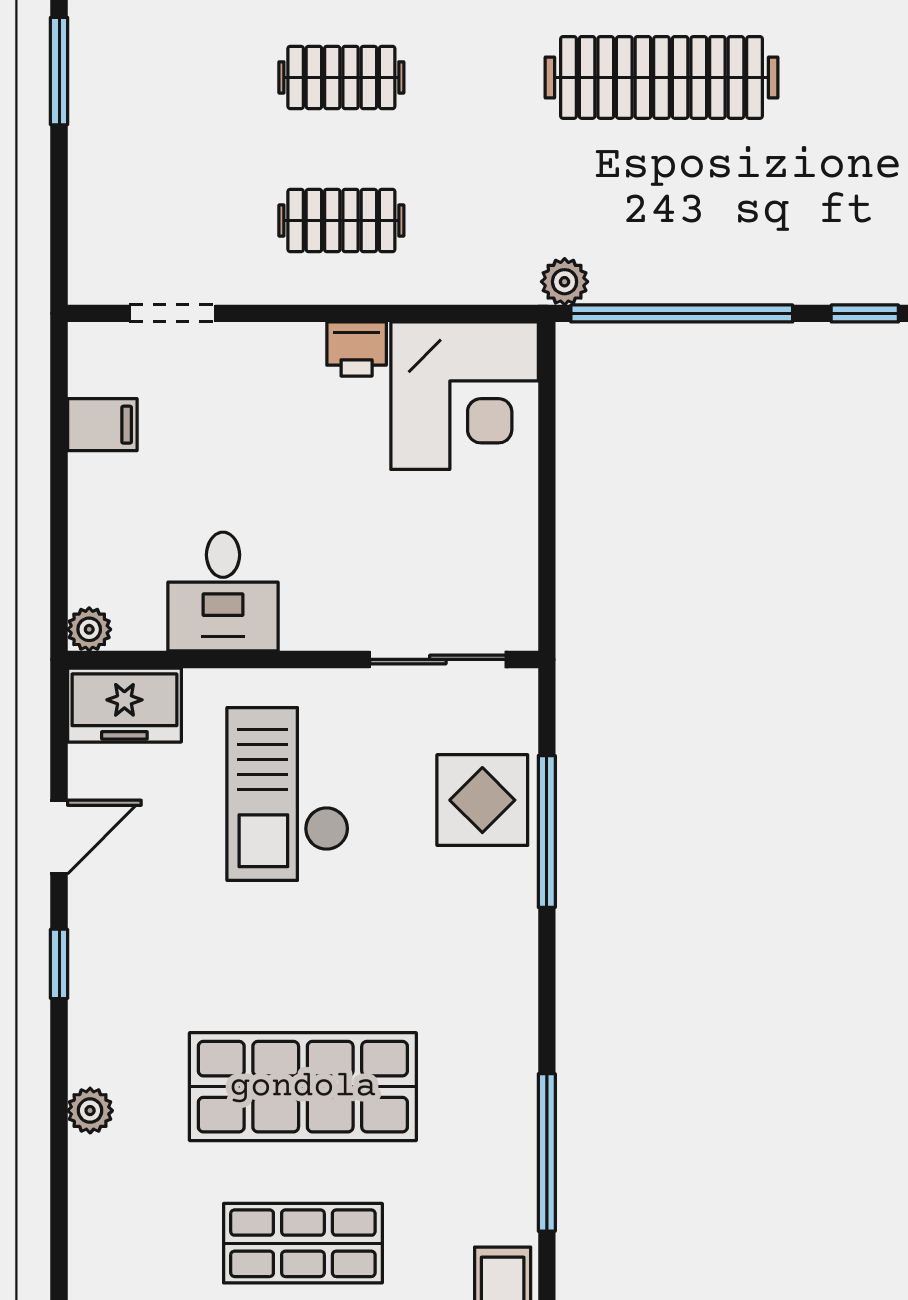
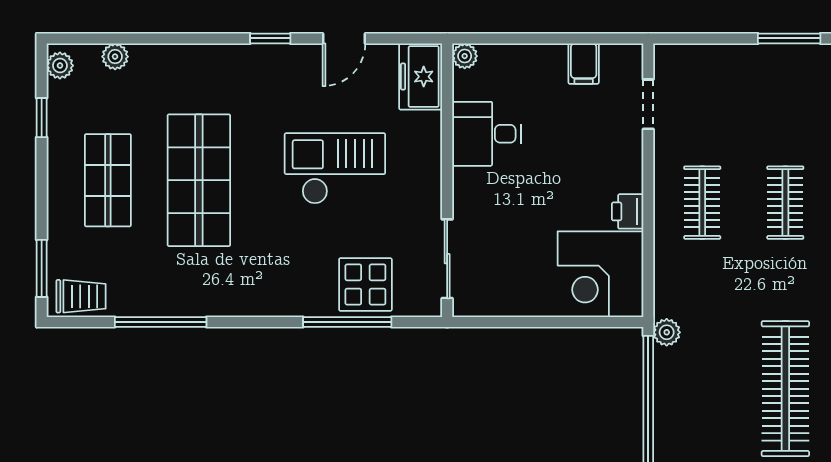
checkout: (288, 794) -> (335, 168), moved
door: (59, 837) -> (344, 38), hinge flipped
plant: (90, 1111) -> (115, 57), moved

